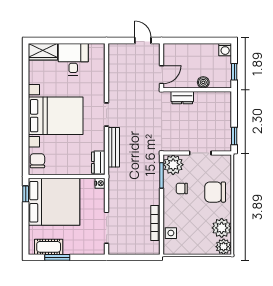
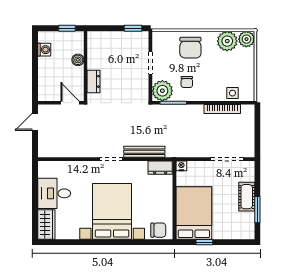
washing machine: (225, 50) -> (44, 50), moved
chair: (37, 161) -> (158, 230), turned 180
window: (26, 194) -> (204, 242), moved
bed: (54, 202) -> (194, 213), width x0.73
cot: (49, 247) -> (247, 197), moved

